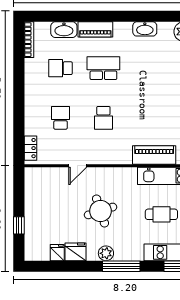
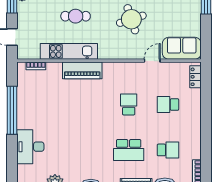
school desk: (61, 118) -> (168, 105), turned 90
sofa: (45, 179) -> (182, 48), added

